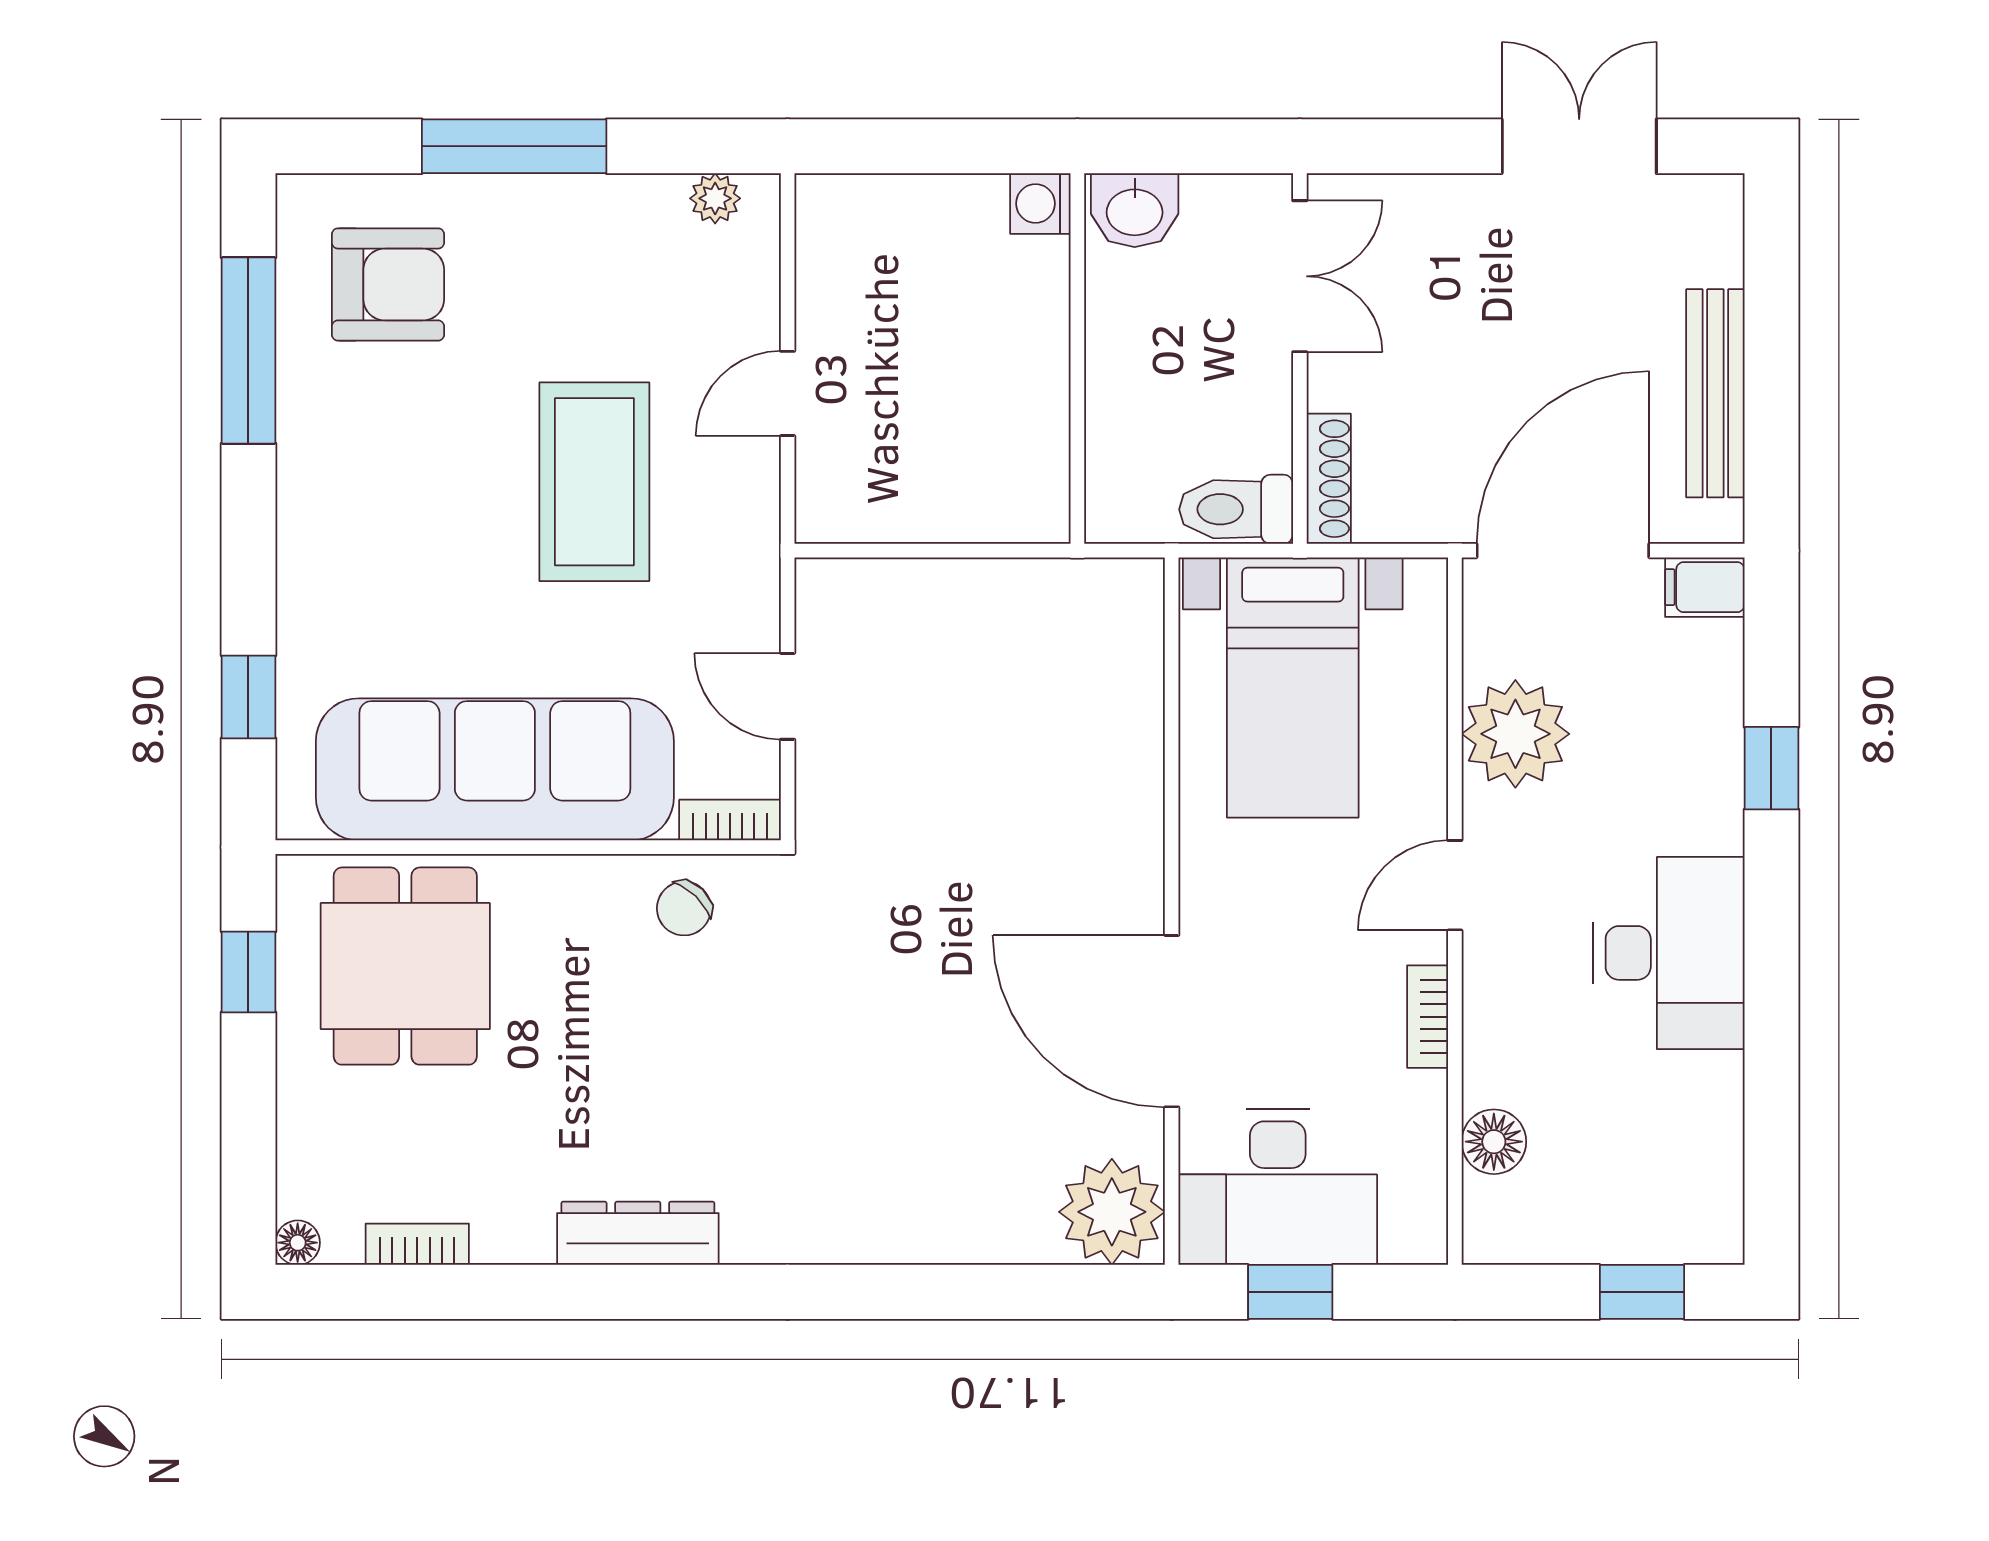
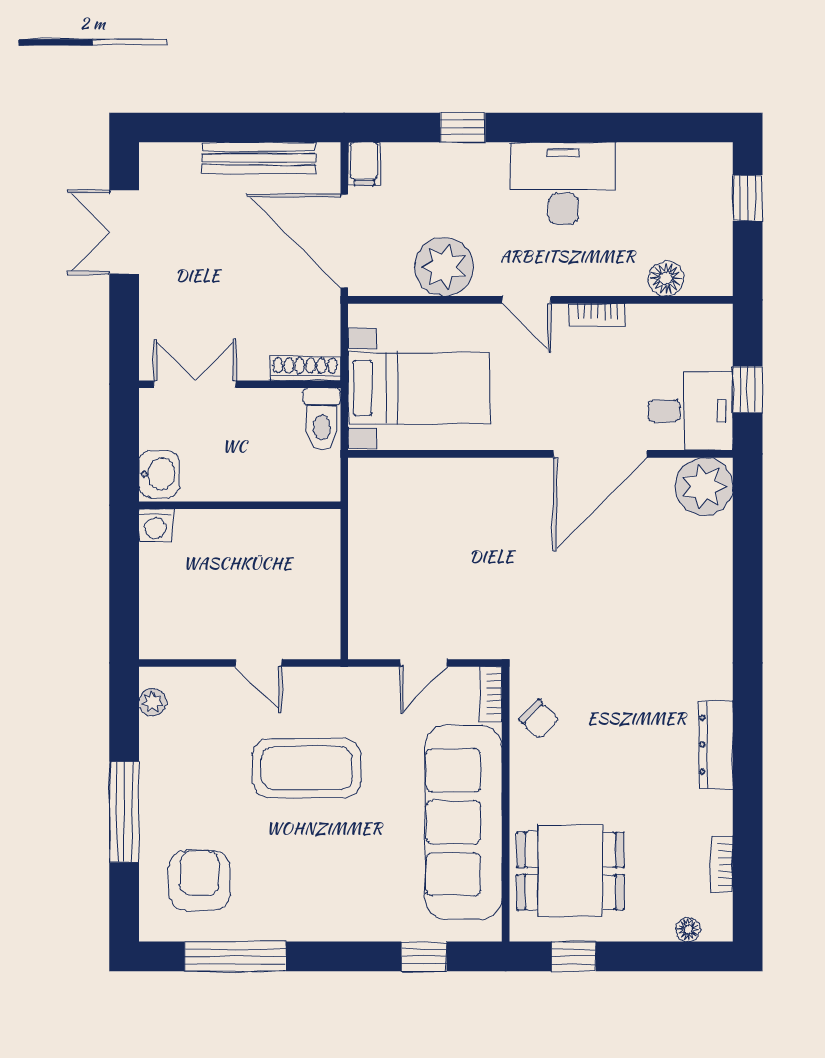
desk: (1278, 1187) -> (691, 411), width x0.73
floor lamp: (298, 1243) -> (688, 930), moved

